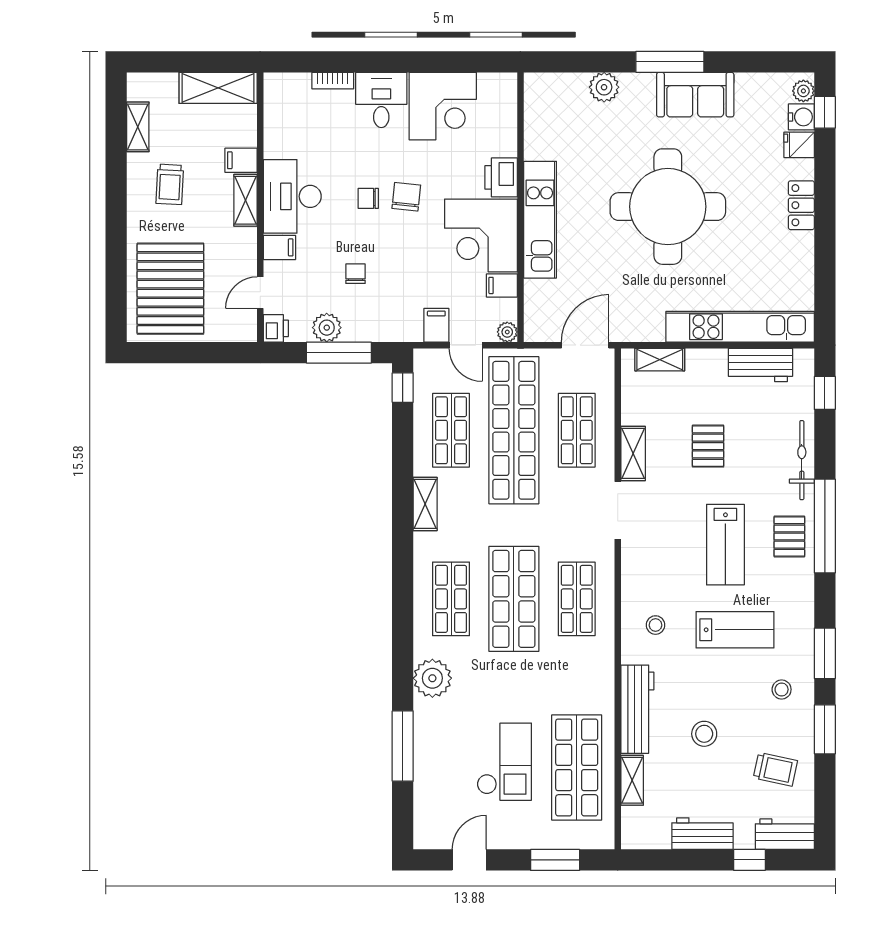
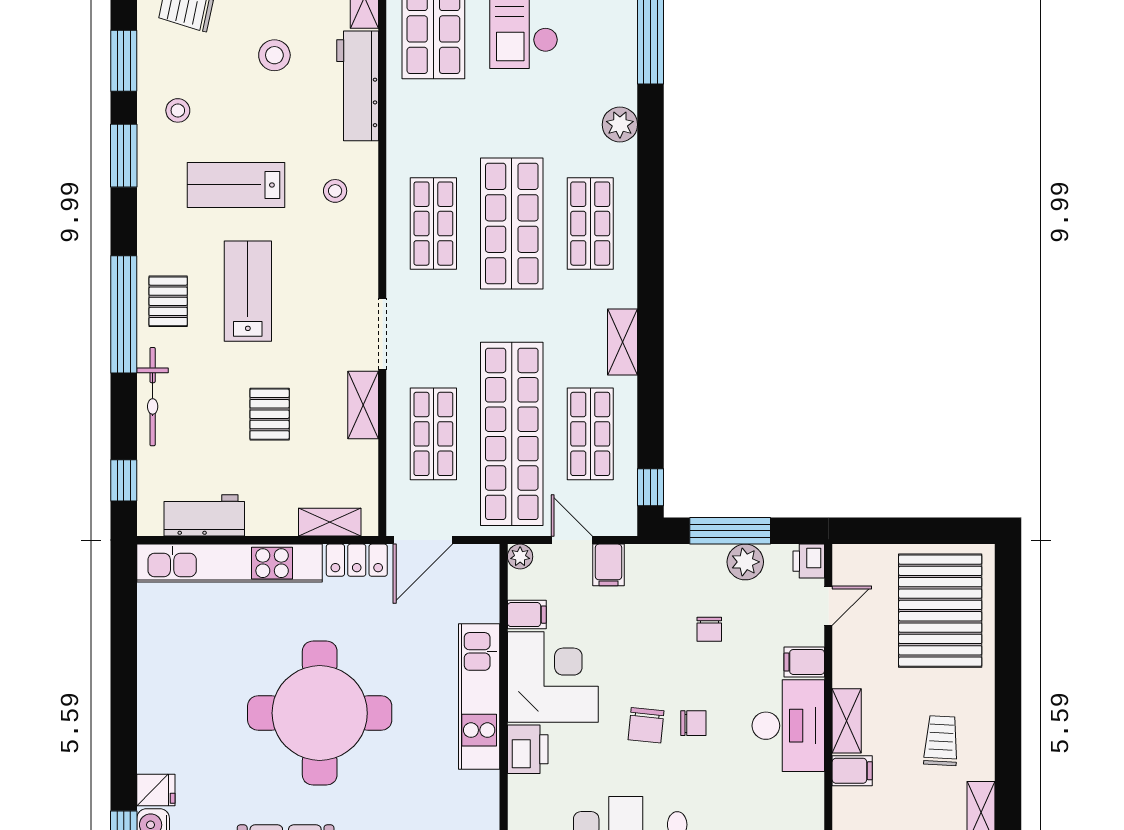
locker: (801, 205) -> (357, 560), moved, turned 90
plant: (432, 678) -> (620, 125), width x0.73, depth x0.73

